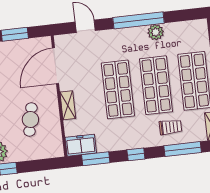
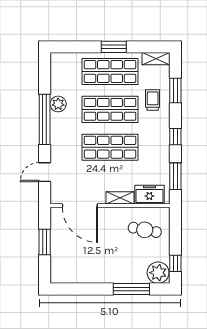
cafe table: (30, 120) -> (145, 230), moved
freezer: (81, 145) -> (149, 195), moved, turned 90
window: (183, 149) -> (175, 90), width x0.69

